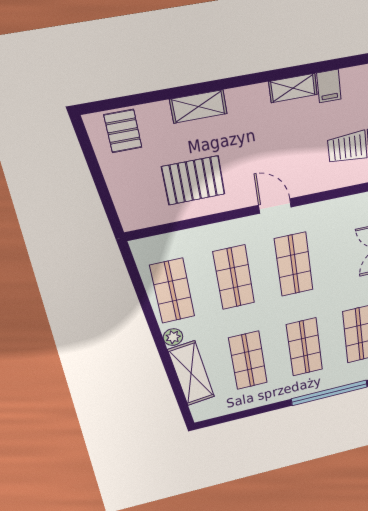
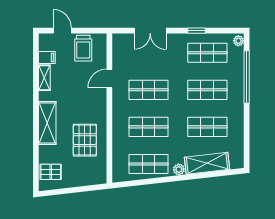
shelving: (198, 107) -> (47, 123), width x1.50, depth x1.33
door: (275, 206) -> (109, 79), moved

